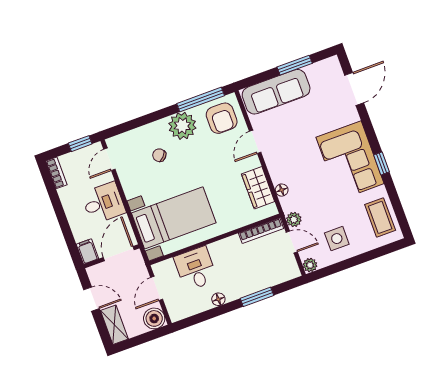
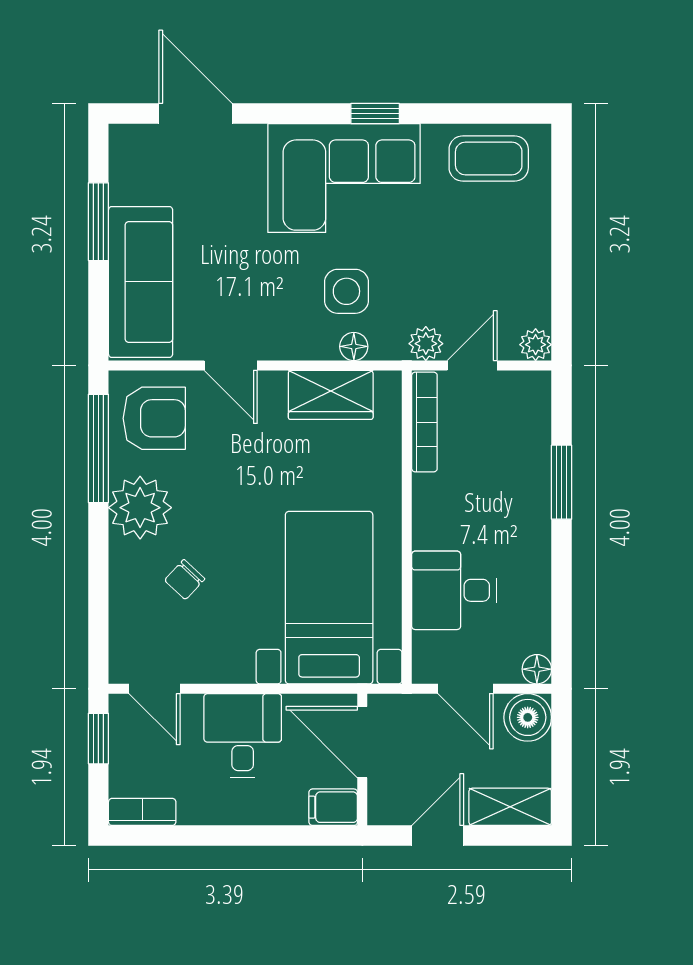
side table: (337, 239) -> (346, 291), moved
floor lamp: (218, 299) -> (537, 669), moved

